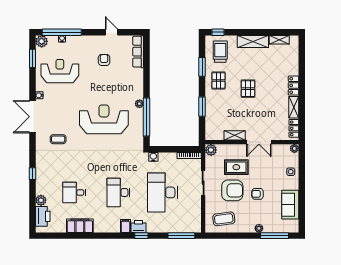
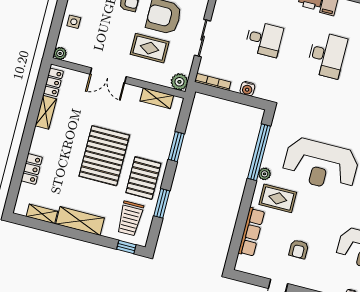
row of seats: (138, 52) -> (251, 232), moved
pallet: (218, 80) -> (143, 178), width x1.50, depth x1.42
locker: (294, 85) -> (32, 169), moved
pallet: (248, 89) -> (104, 156), width x2.05, depth x2.00
rug: (126, 90) -> (278, 198), added
shelving: (235, 135) -> (157, 98), moved
double door: (259, 142) -> (108, 75), swing flipped
water cooler: (153, 157) -> (247, 89), moved
desk: (162, 192) -> (264, 39), width x0.53, depth x0.77

